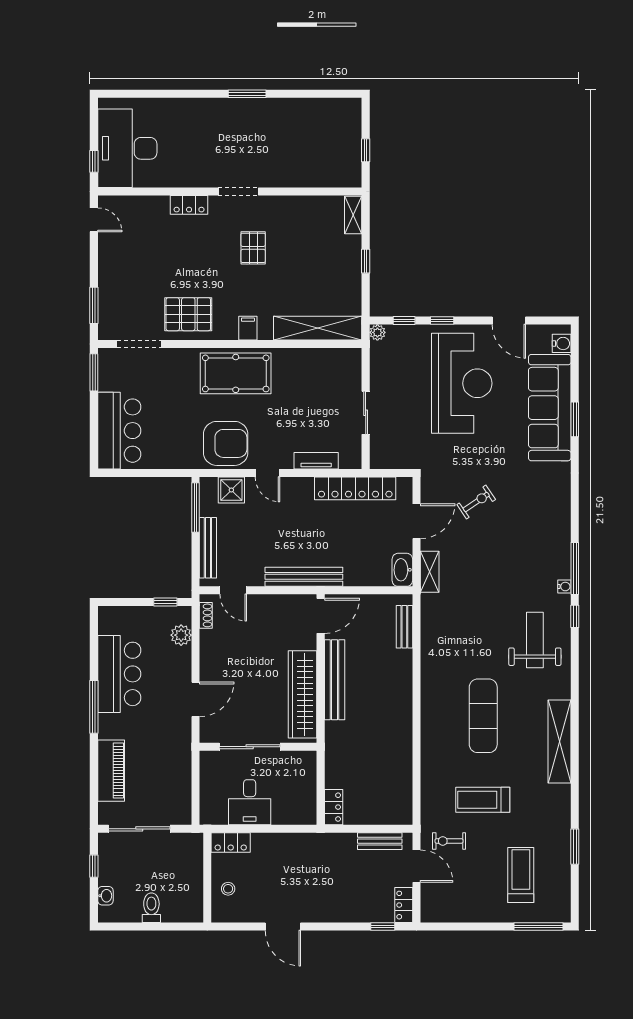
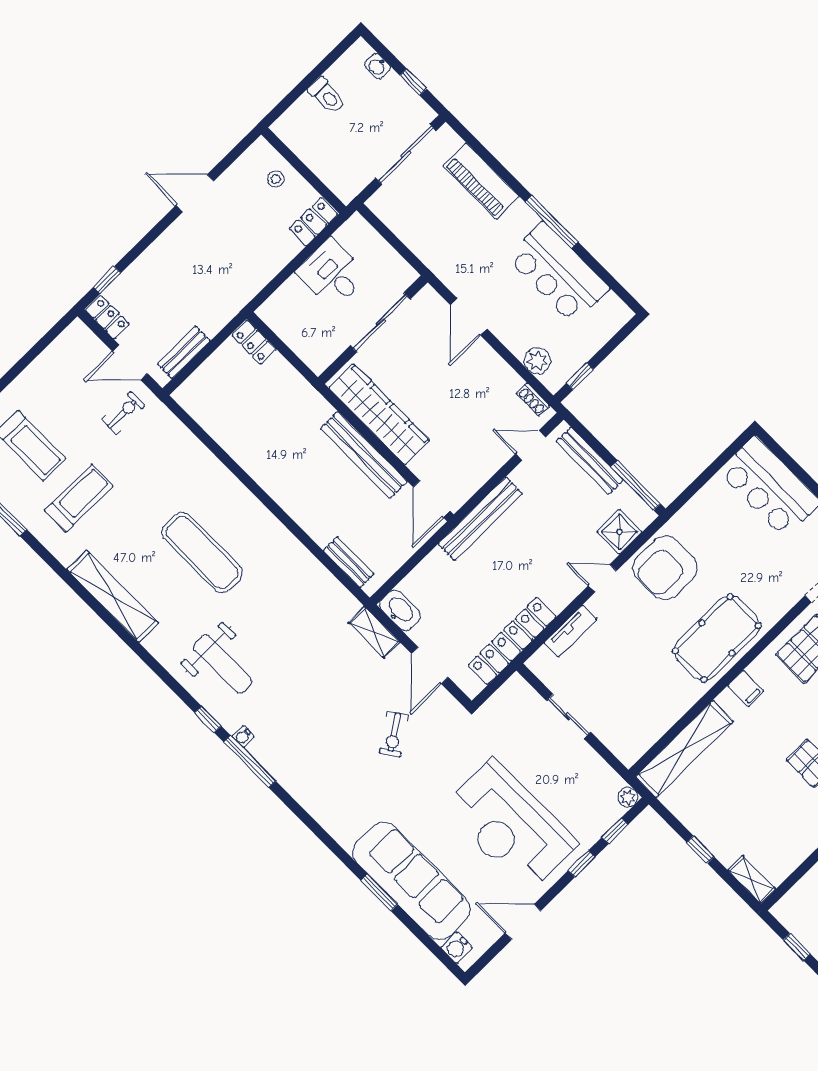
treadmill: (483, 800) -> (79, 498), moved

